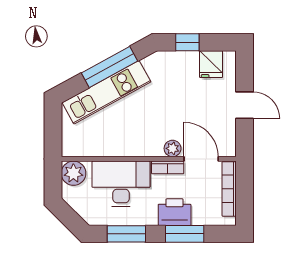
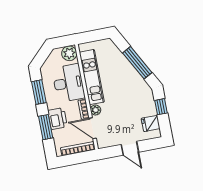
kitchen unit: (106, 92) -> (92, 77), moved, turned -151
door: (245, 105) -> (130, 148), hinge flipped
door: (201, 159) -> (93, 128), swing flipped

